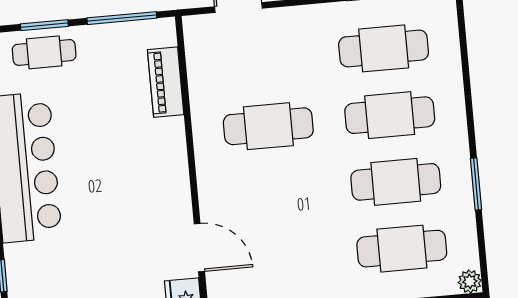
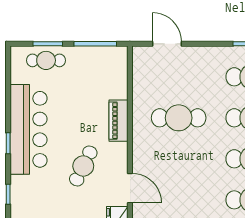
piano: (166, 82) -> (118, 121), moved
cafe table: (120, 219) -> (83, 166), added

